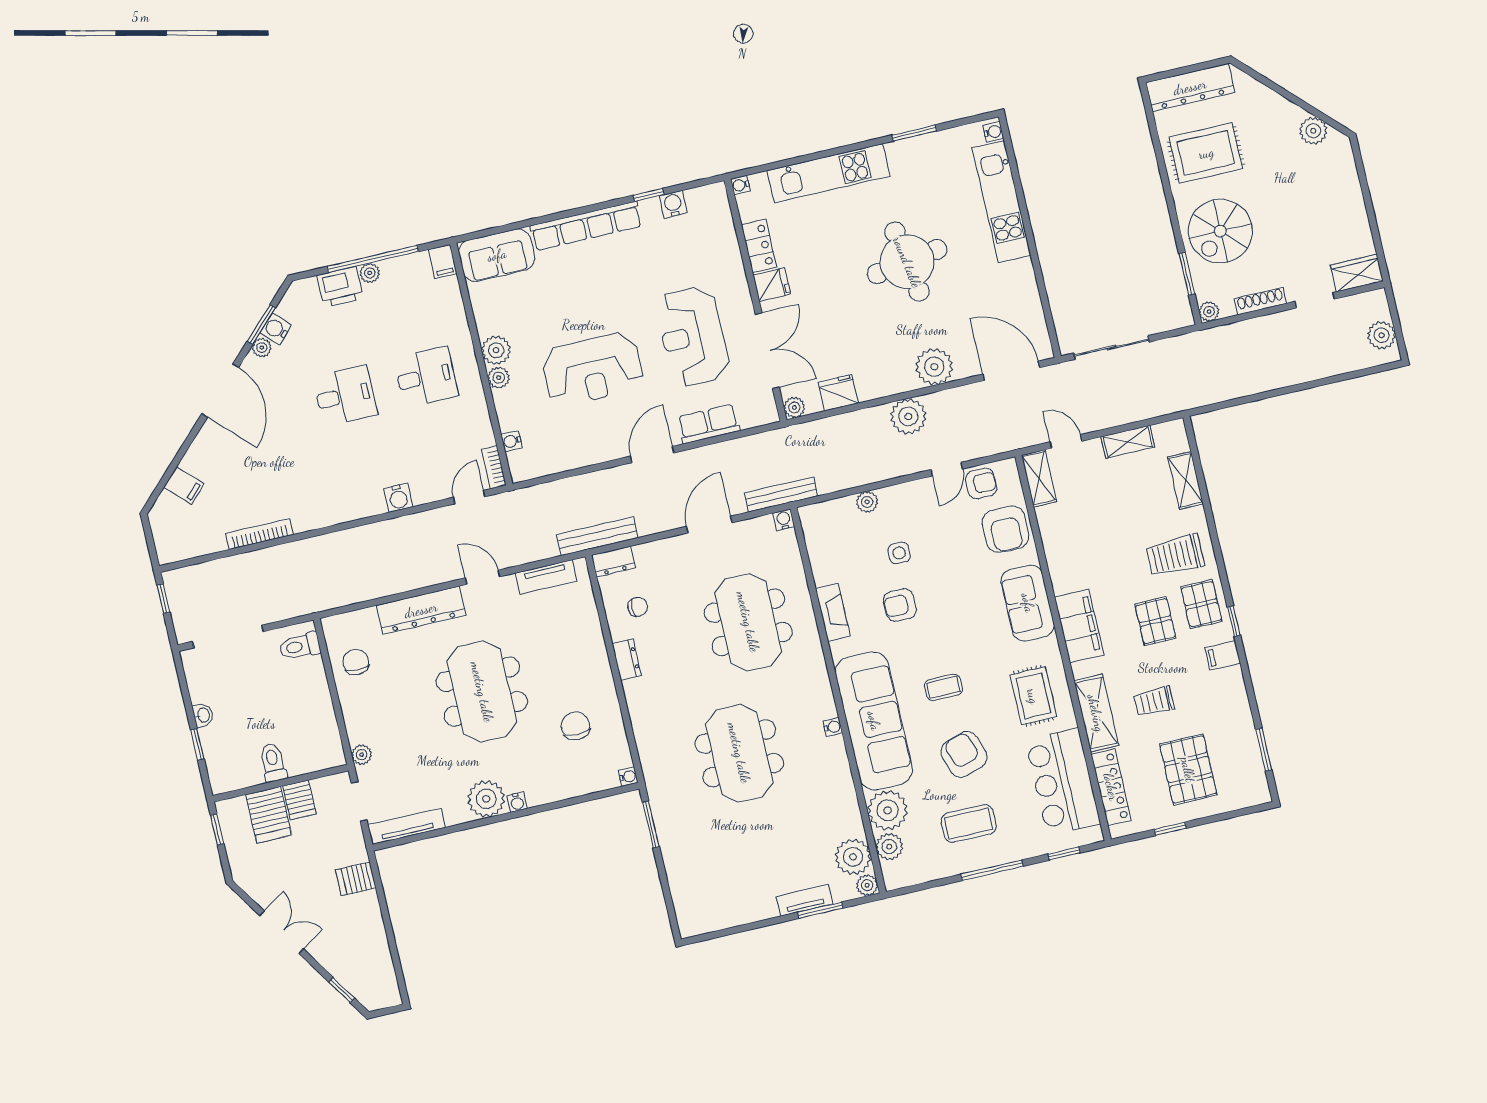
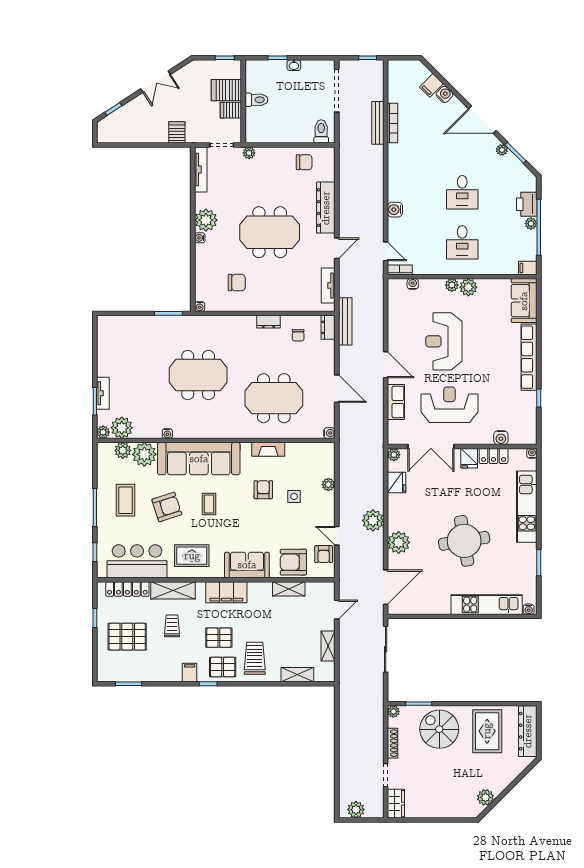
water cooler: (673, 204) -> (501, 438), moved, turned 90
water cooler: (276, 329) -> (445, 94), moved
shelving: (1039, 478) -> (289, 589), moved
bench: (781, 494) -> (378, 123), moved
water cooler: (833, 727) -> (167, 434), moved

